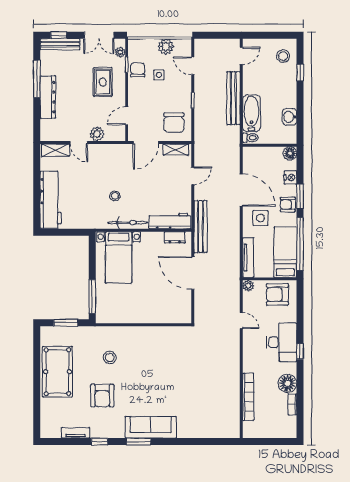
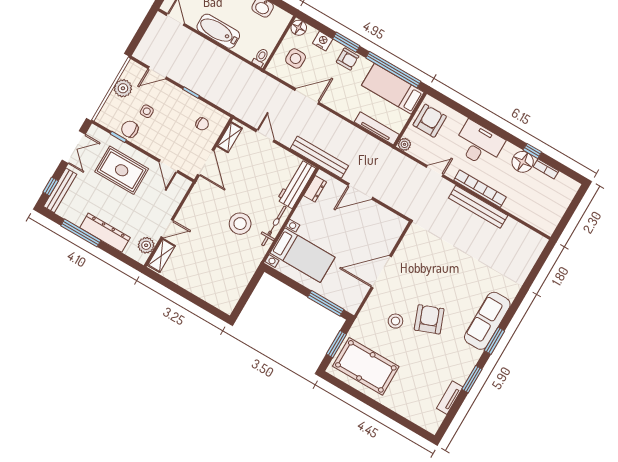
plant: (120, 52) -> (102, 136), removed
rug: (103, 82) -> (122, 170), width x1.36, depth x1.43
bench: (233, 98) -> (478, 207), moved
bathtub: (252, 113) -> (218, 31), moved
chair: (174, 123) -> (202, 124), width x0.54, depth x0.54
plant: (97, 134) -> (146, 245), moved
door: (241, 190) -> (307, 96), width x0.73
stool: (115, 196) -> (240, 224), width x1.89, depth x1.89
workbench: (51, 200) -> (207, 289), removed
armchair: (288, 204) -> (348, 59), turned -90
side table: (260, 218) -> (296, 58), moved
door: (193, 273) -> (360, 191), width x0.73
armchair: (277, 294) -> (430, 121), turned 180
door: (141, 325) -> (381, 272), added
window: (300, 351) -> (532, 151), moved
pool table: (57, 372) -> (366, 366), moved
armchair: (102, 396) -> (429, 319), moved, turned -111
bookcase: (248, 397) -> (480, 189), moved
window: (99, 442) -> (472, 379), width x1.50

